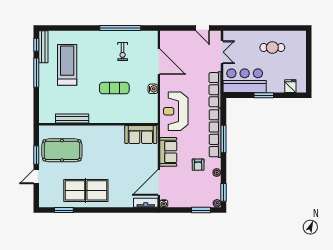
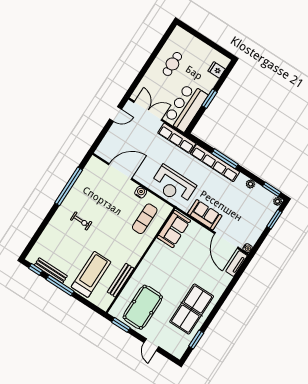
bench: (43, 47) -> (51, 271), moved
exercise bike: (123, 52) -> (81, 221), moved
double door: (222, 52) -> (148, 111), width x1.37
treadmill: (67, 65) -> (91, 274), moved, turned 90
exercise mat: (114, 88) -> (145, 219), moved
window: (36, 155) -> (121, 325), moved
armchair: (198, 165) -> (233, 196), removed

